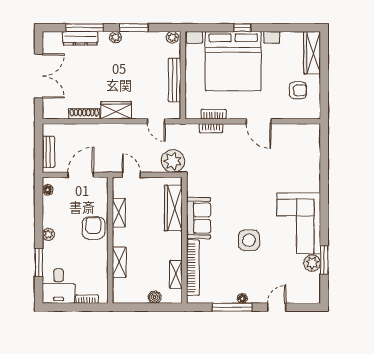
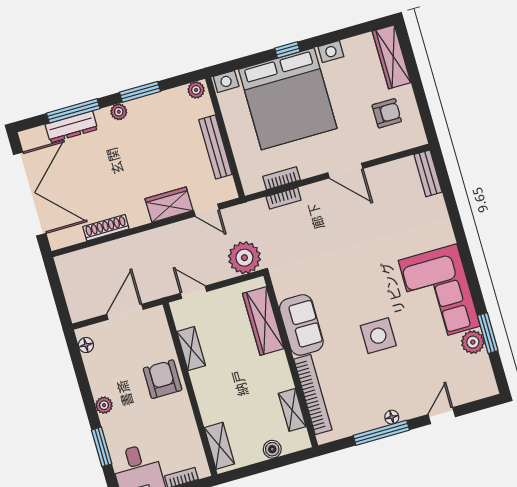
double door: (39, 76) -> (30, 194), width x1.36
wardrobe: (116, 110) -> (169, 205), moved
bench: (48, 152) -> (428, 173), moved
shelving: (119, 262) -> (219, 446), moved

